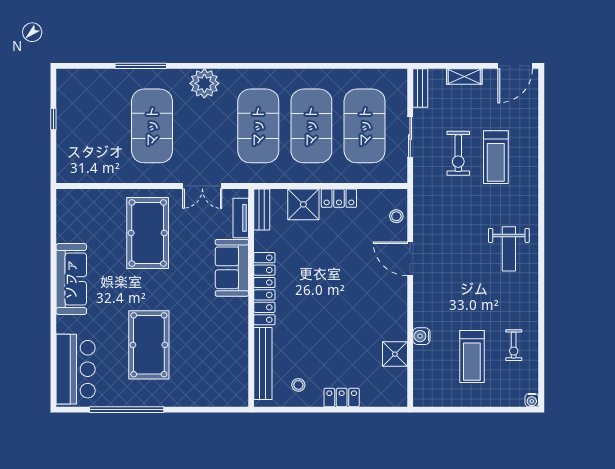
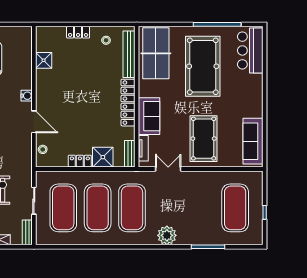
exercise mat: (152, 126) -> (235, 208), moved
sofa: (71, 279) -> (253, 141), moved
water cooler: (421, 336) -> (27, 96), moved
pool table: (149, 345) -> (203, 66), width x1.36, depth x1.32
table tennis table: (221, 365) -> (156, 53), added

